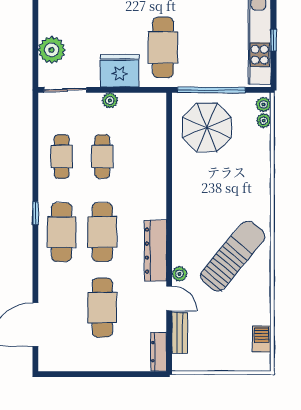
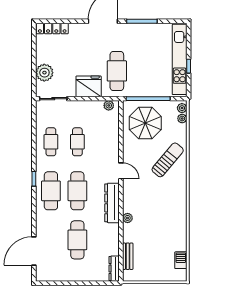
plant: (110, 100) -> (109, 105), moved
sun lounger: (233, 256) -> (168, 160), moved, width x0.73, depth x0.75
door: (169, 299) -> (121, 171), moved

